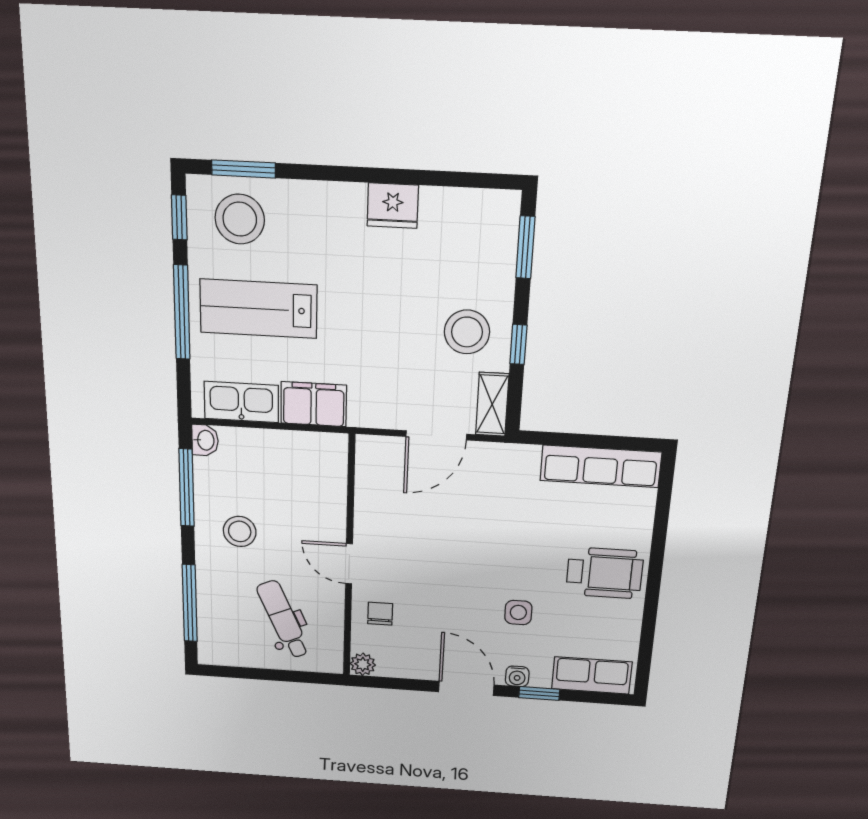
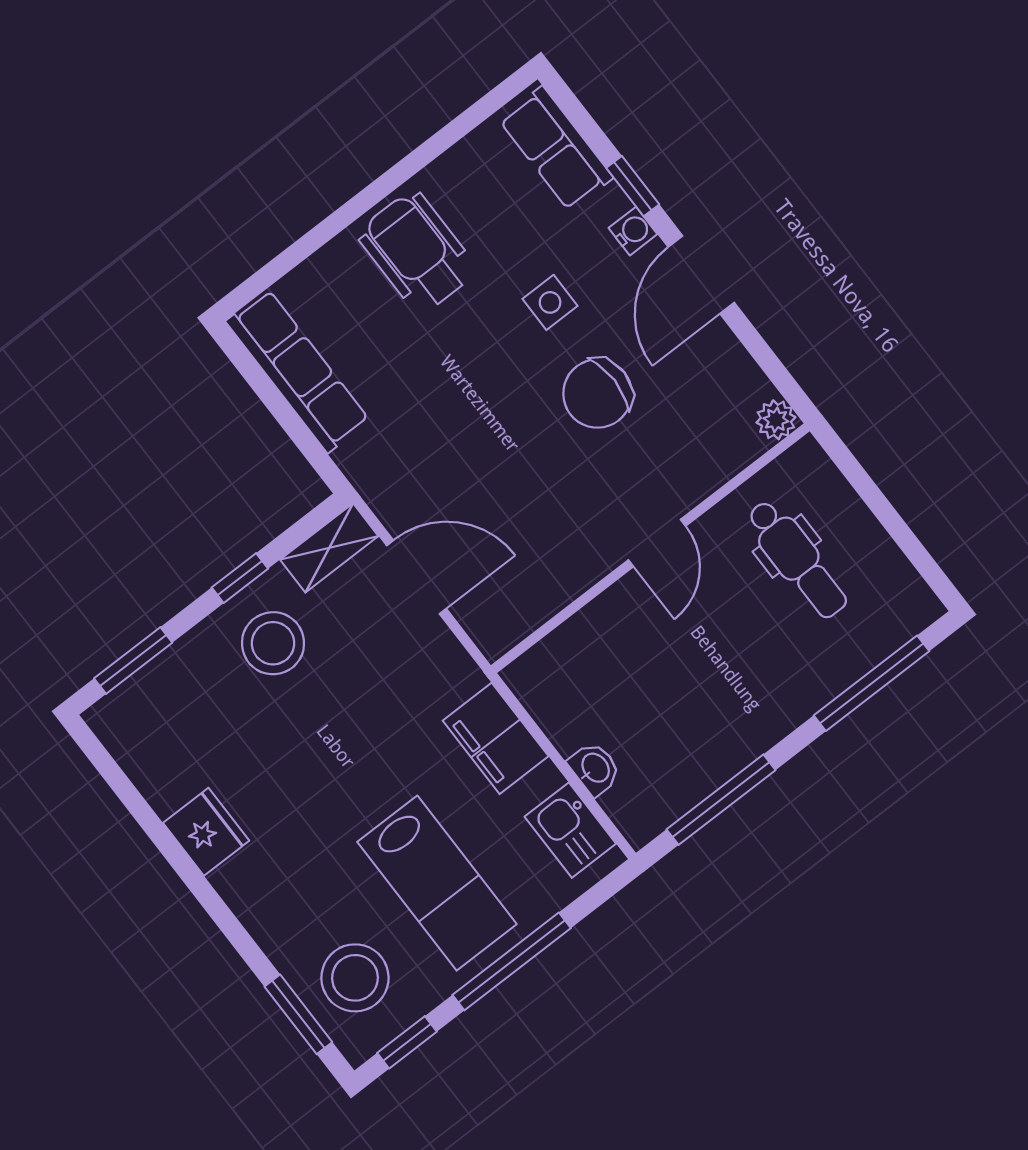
kitchen sink: (241, 402) -> (570, 830), width x0.73
washbasin: (205, 440) -> (595, 768), moved, turned 90
stool: (240, 531) -> (725, 698), removed
chair: (380, 614) -> (597, 394), moved, width x1.87, depth x1.87
dental chair: (283, 619) -> (797, 559), turned -66

